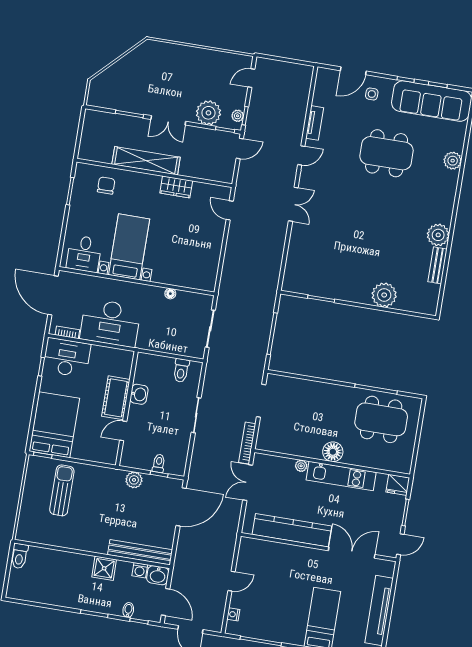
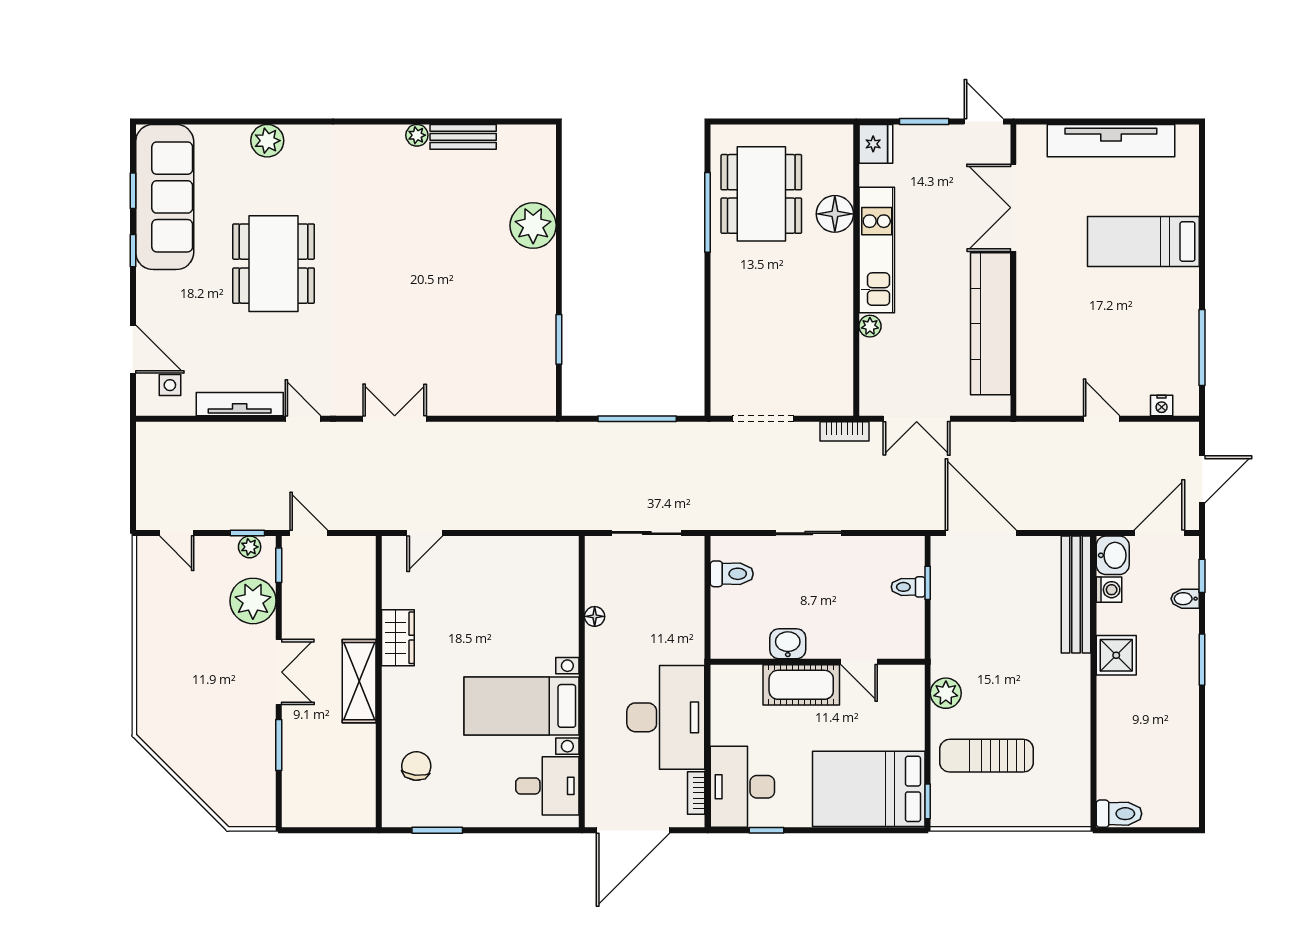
side table: (372, 94) -> (170, 385), moved
tv unit: (315, 123) -> (240, 404), width x1.41
shelving: (146, 161) -> (359, 681), width x0.68
chair: (106, 186) -> (416, 766), turned 96
plant: (438, 235) -> (417, 135), width x0.53, depth x0.53
bookcase: (247, 443) -> (845, 431), width x0.64
floor lamp: (333, 452) -> (835, 214), moved
plant: (134, 480) -> (946, 693), moved

